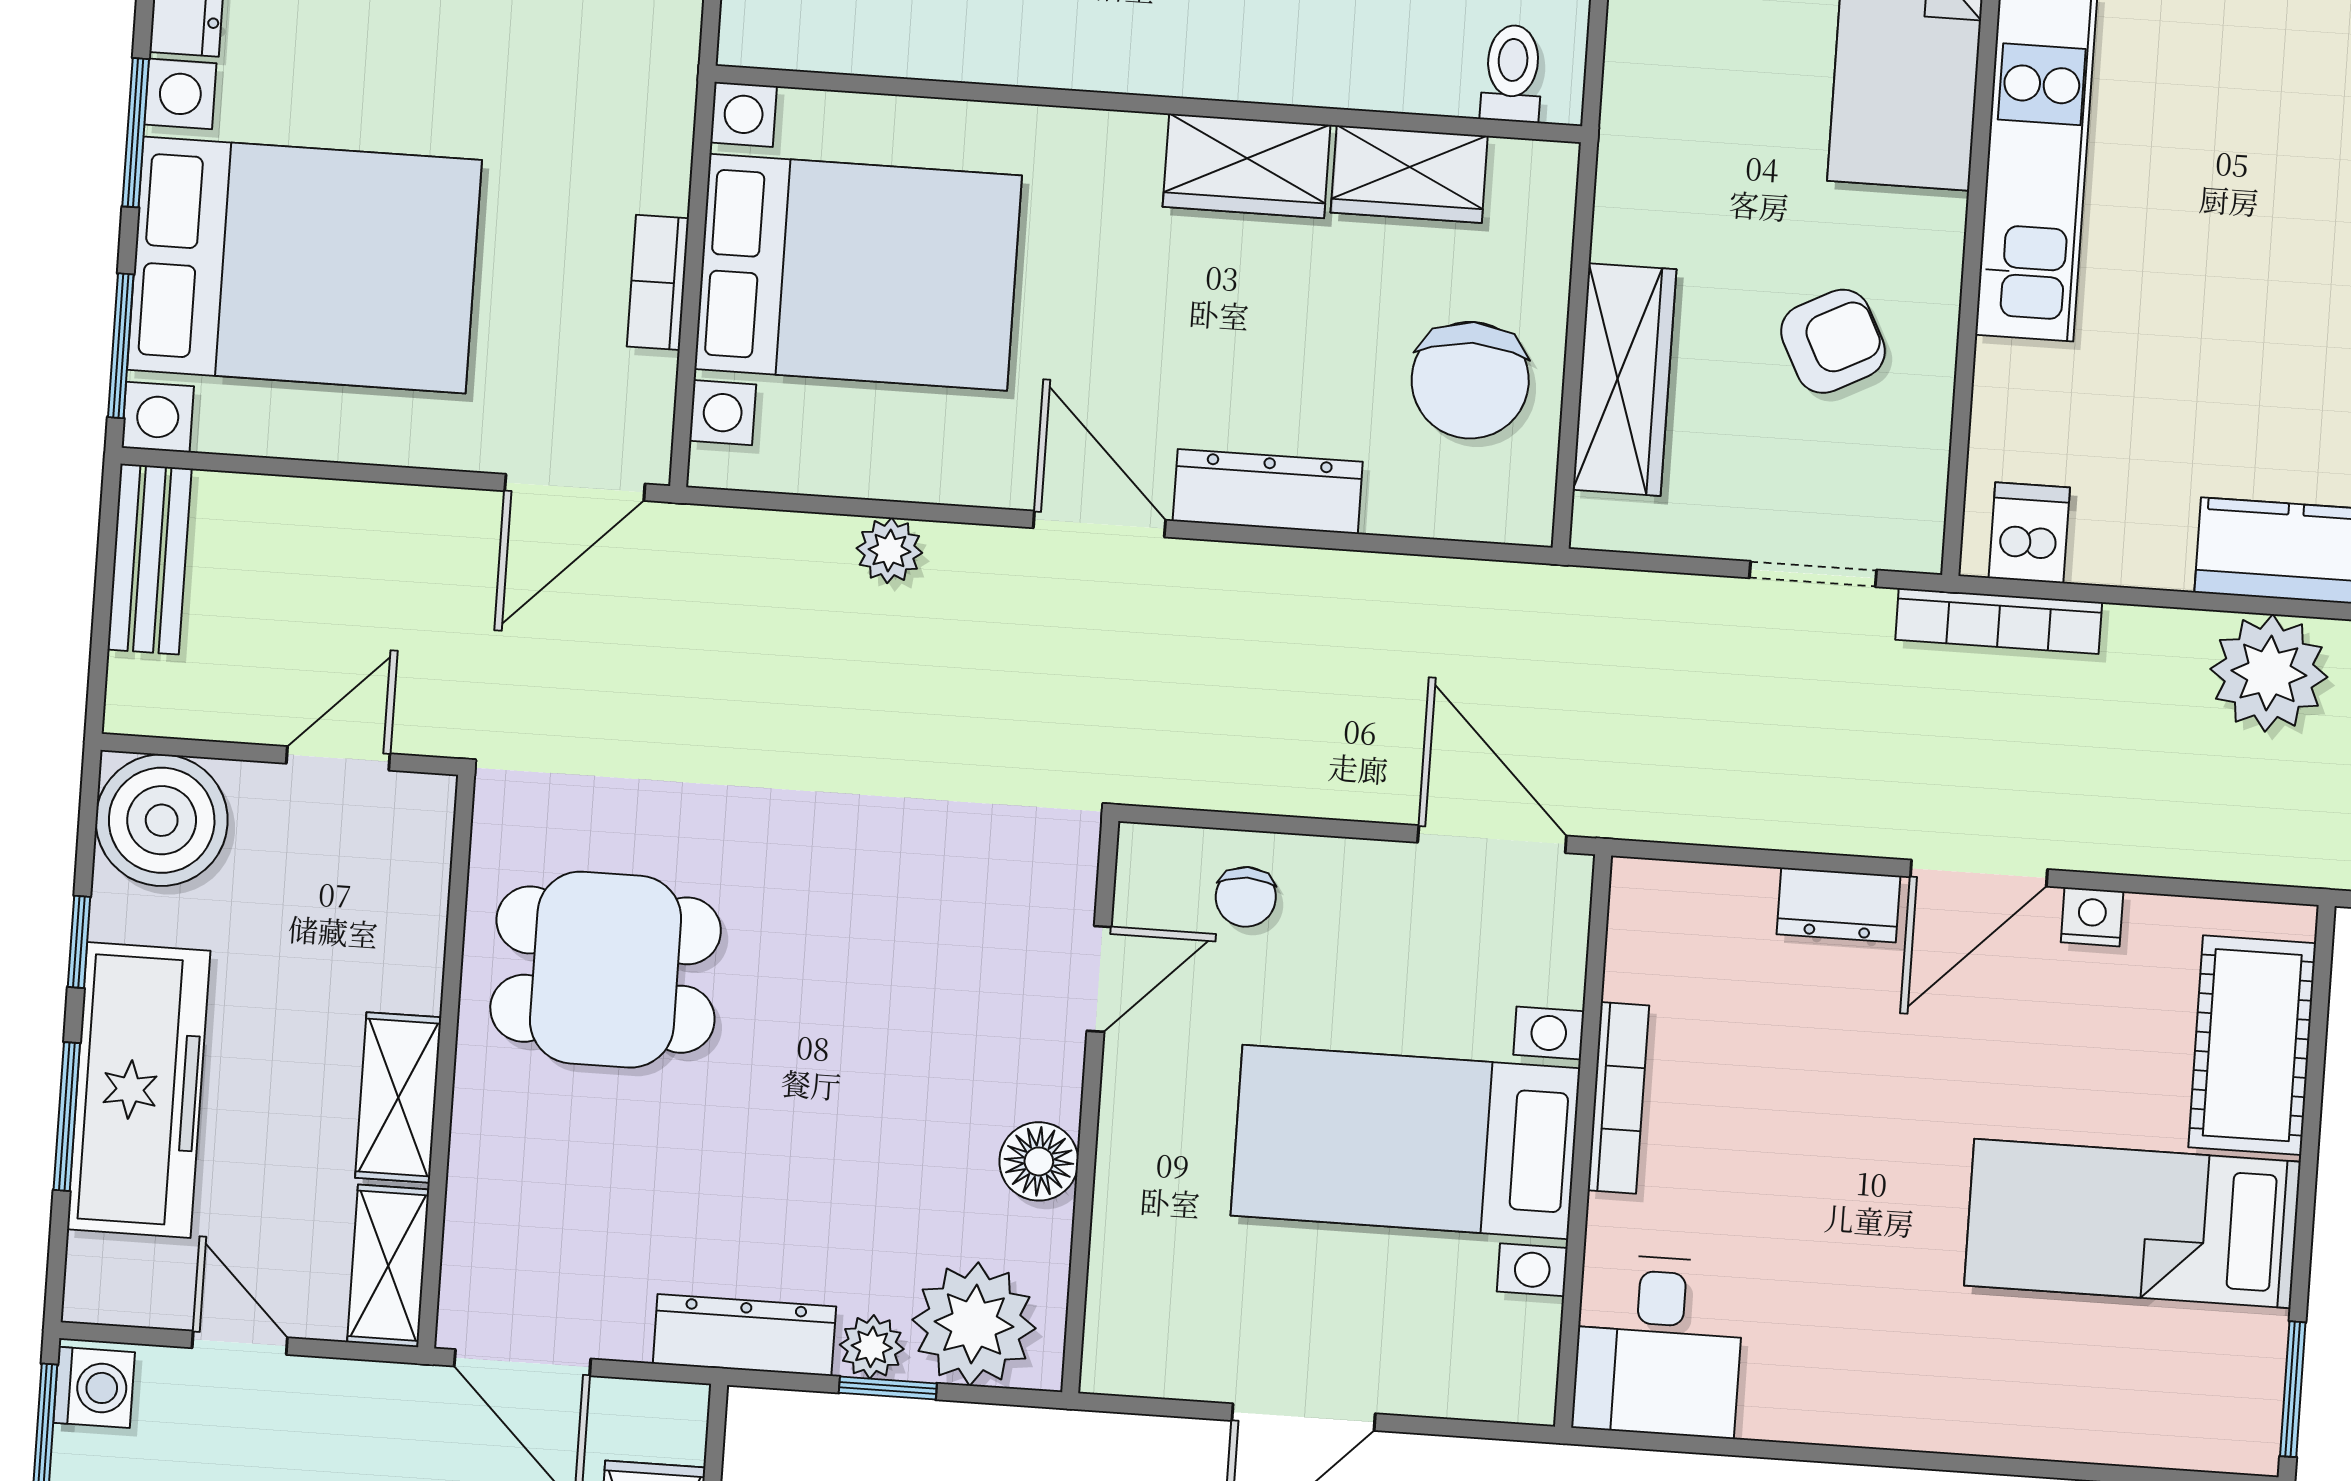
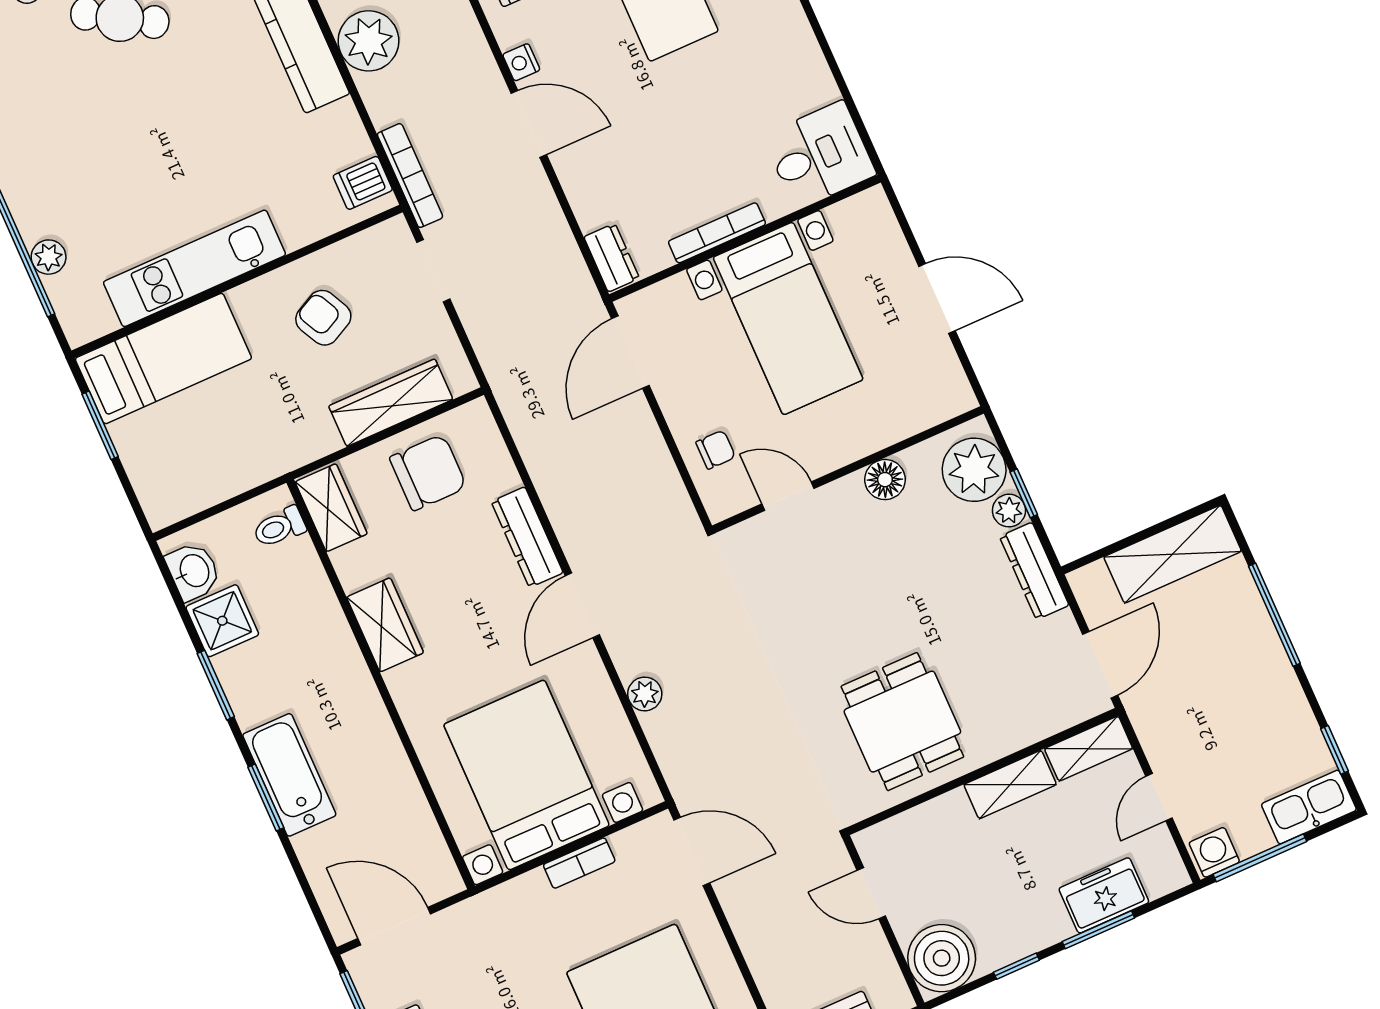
wardrobe: (1409, 174) -> (331, 508), moved
dresser: (1839, 905) -> (612, 258), moved
freezer: (139, 1090) -> (1104, 895), width x0.52, depth x0.79

